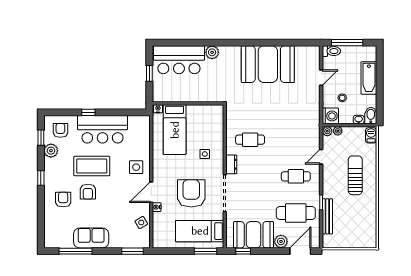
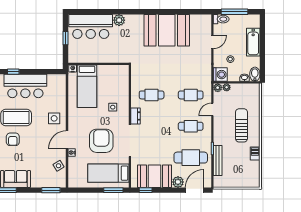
barbecue: (371, 135) -> (255, 153), moved
cafe table: (296, 140) -> (191, 95), added

